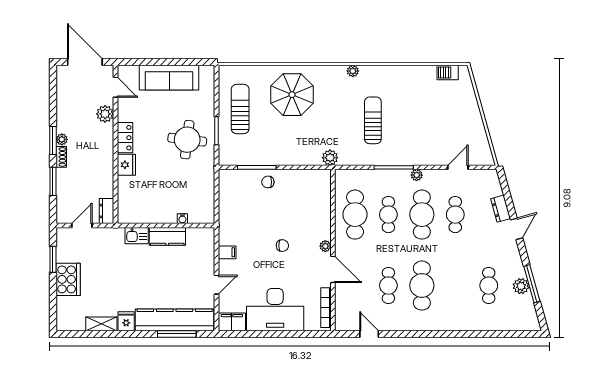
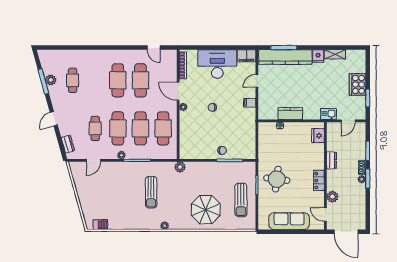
fridge: (126, 165) -> (318, 136), moved
dresser: (501, 209) -> (68, 144), moved
dresser: (106, 211) -> (331, 160), moved
cafe table: (388, 215) -> (140, 128), width x1.37, depth x1.35
kitchen sink: (137, 236) -> (328, 114), moved
cafe table: (388, 286) -> (140, 80), width x1.37, depth x1.35

